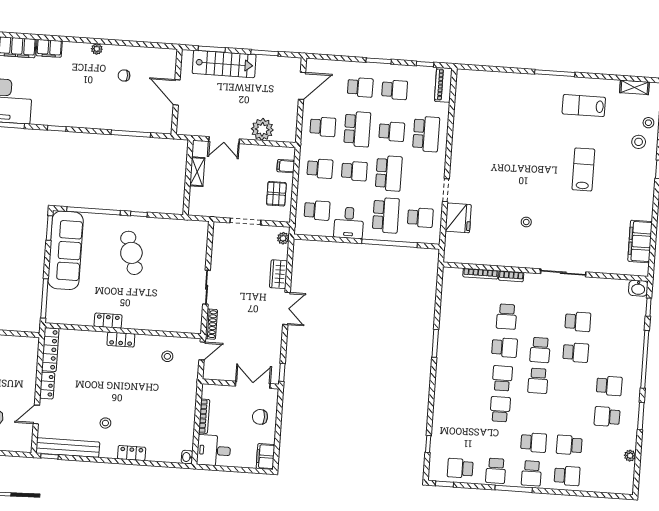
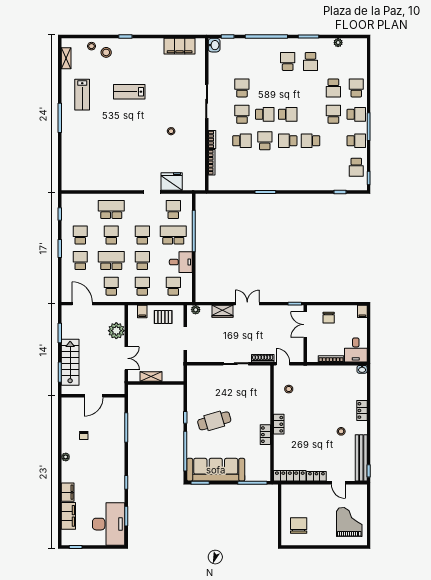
piano: (443, 85) -> (74, 199), removed
school desk: (389, 173) -> (142, 235), width x0.54
school desk: (576, 352) -> (242, 114), moved
filing cabinet: (265, 457) -> (362, 311), width x0.50

